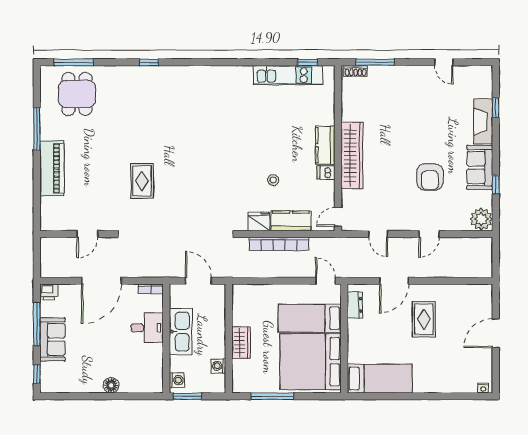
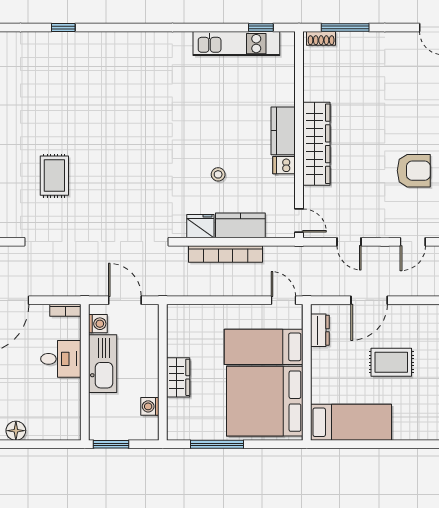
armchair: (430, 177) -> (414, 171), turned -90
door: (338, 217) -> (299, 220), swing flipped
rug: (424, 319) -> (391, 362), moved, turned 90
washing machine: (177, 380) -> (98, 324), moved

